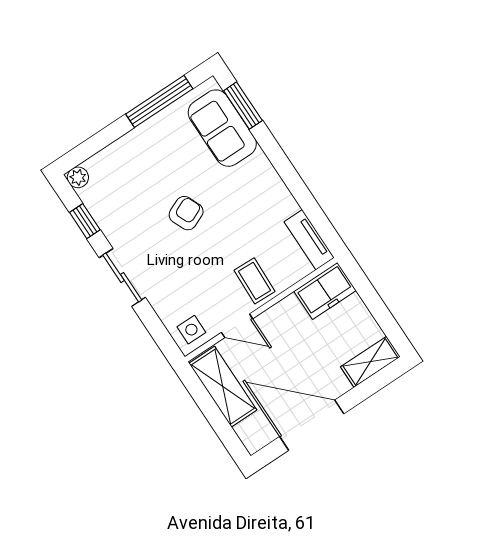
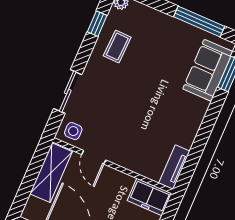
armchair: (186, 213) -> (142, 82), removed
sliding door: (122, 277) -> (68, 92), moved
coffee table: (255, 281) -> (117, 47), moved

